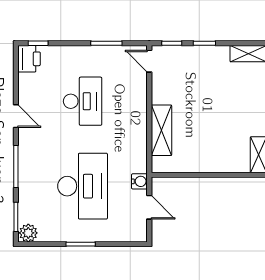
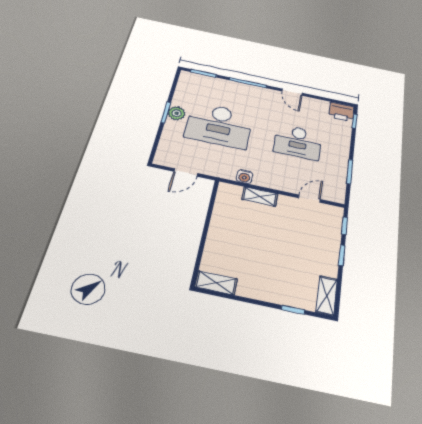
door: (149, 61) -> (309, 199), moved
door: (16, 116) -> (292, 92), hinge flipped
shelving: (161, 130) -> (260, 197), width x0.67, depth x0.75
water cooler: (139, 181) -> (244, 177), moved
plant: (28, 233) -> (177, 113), moved

